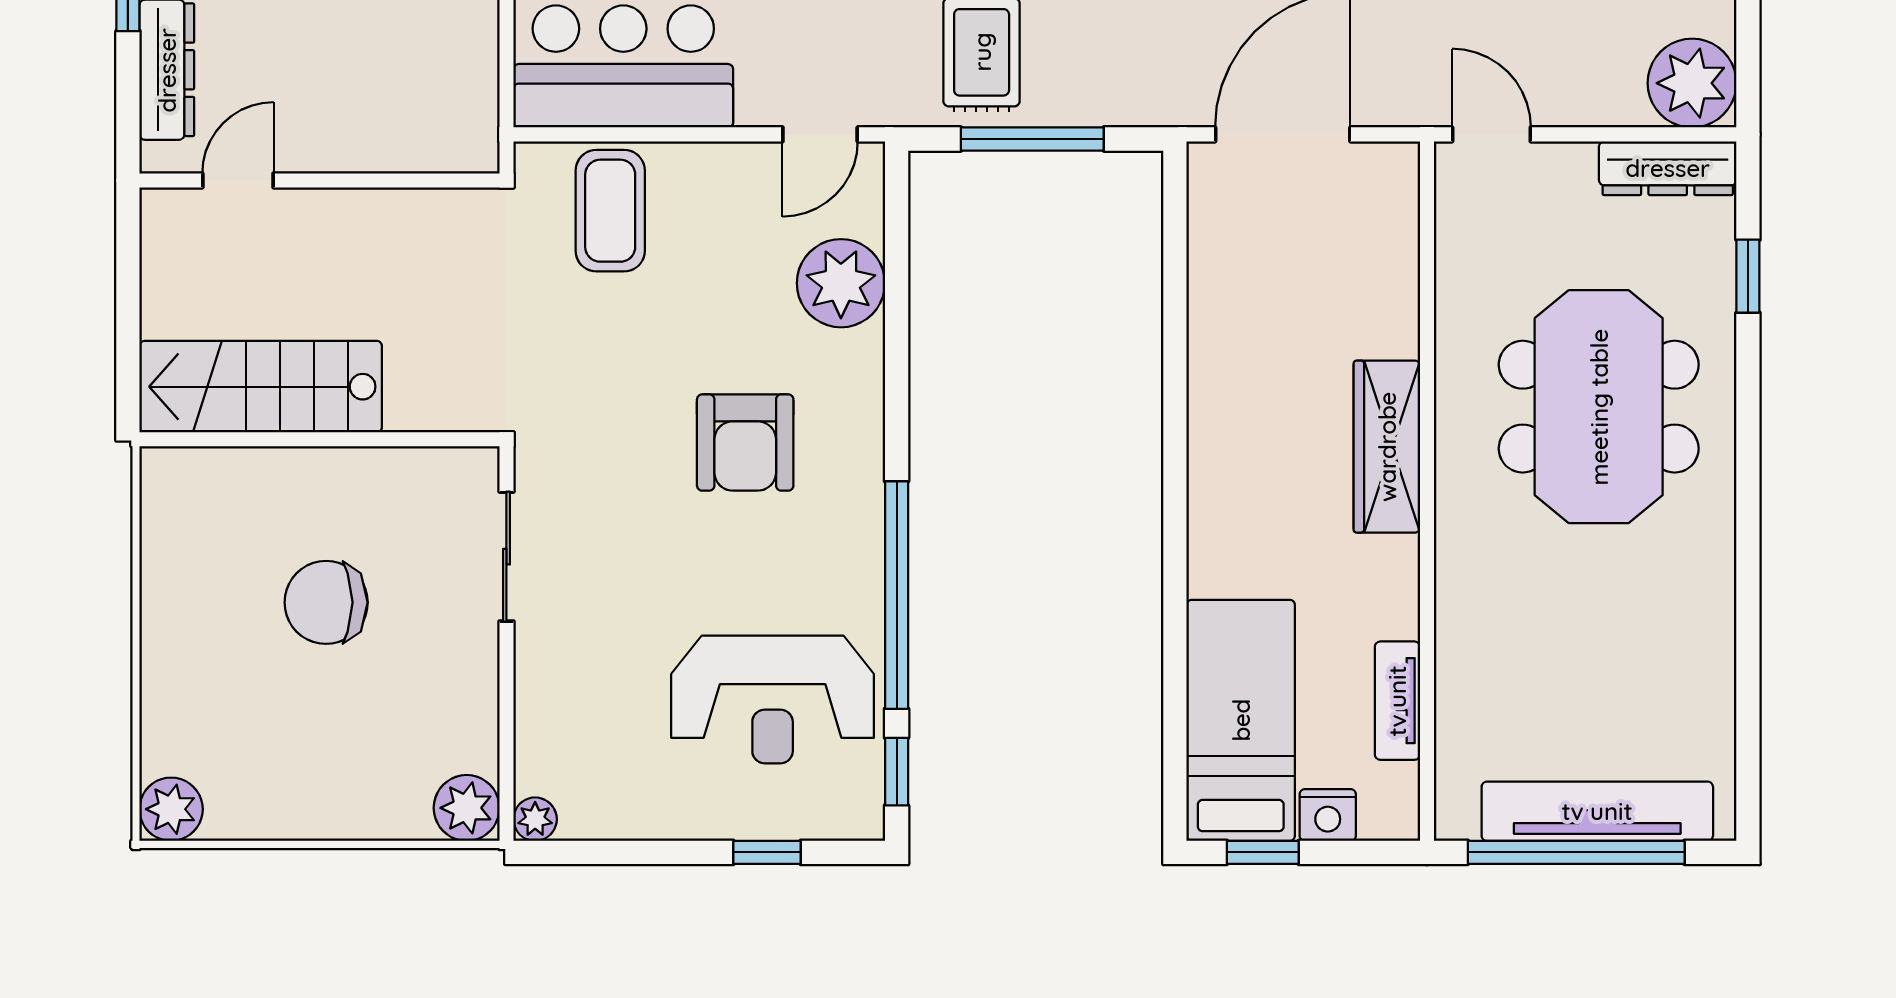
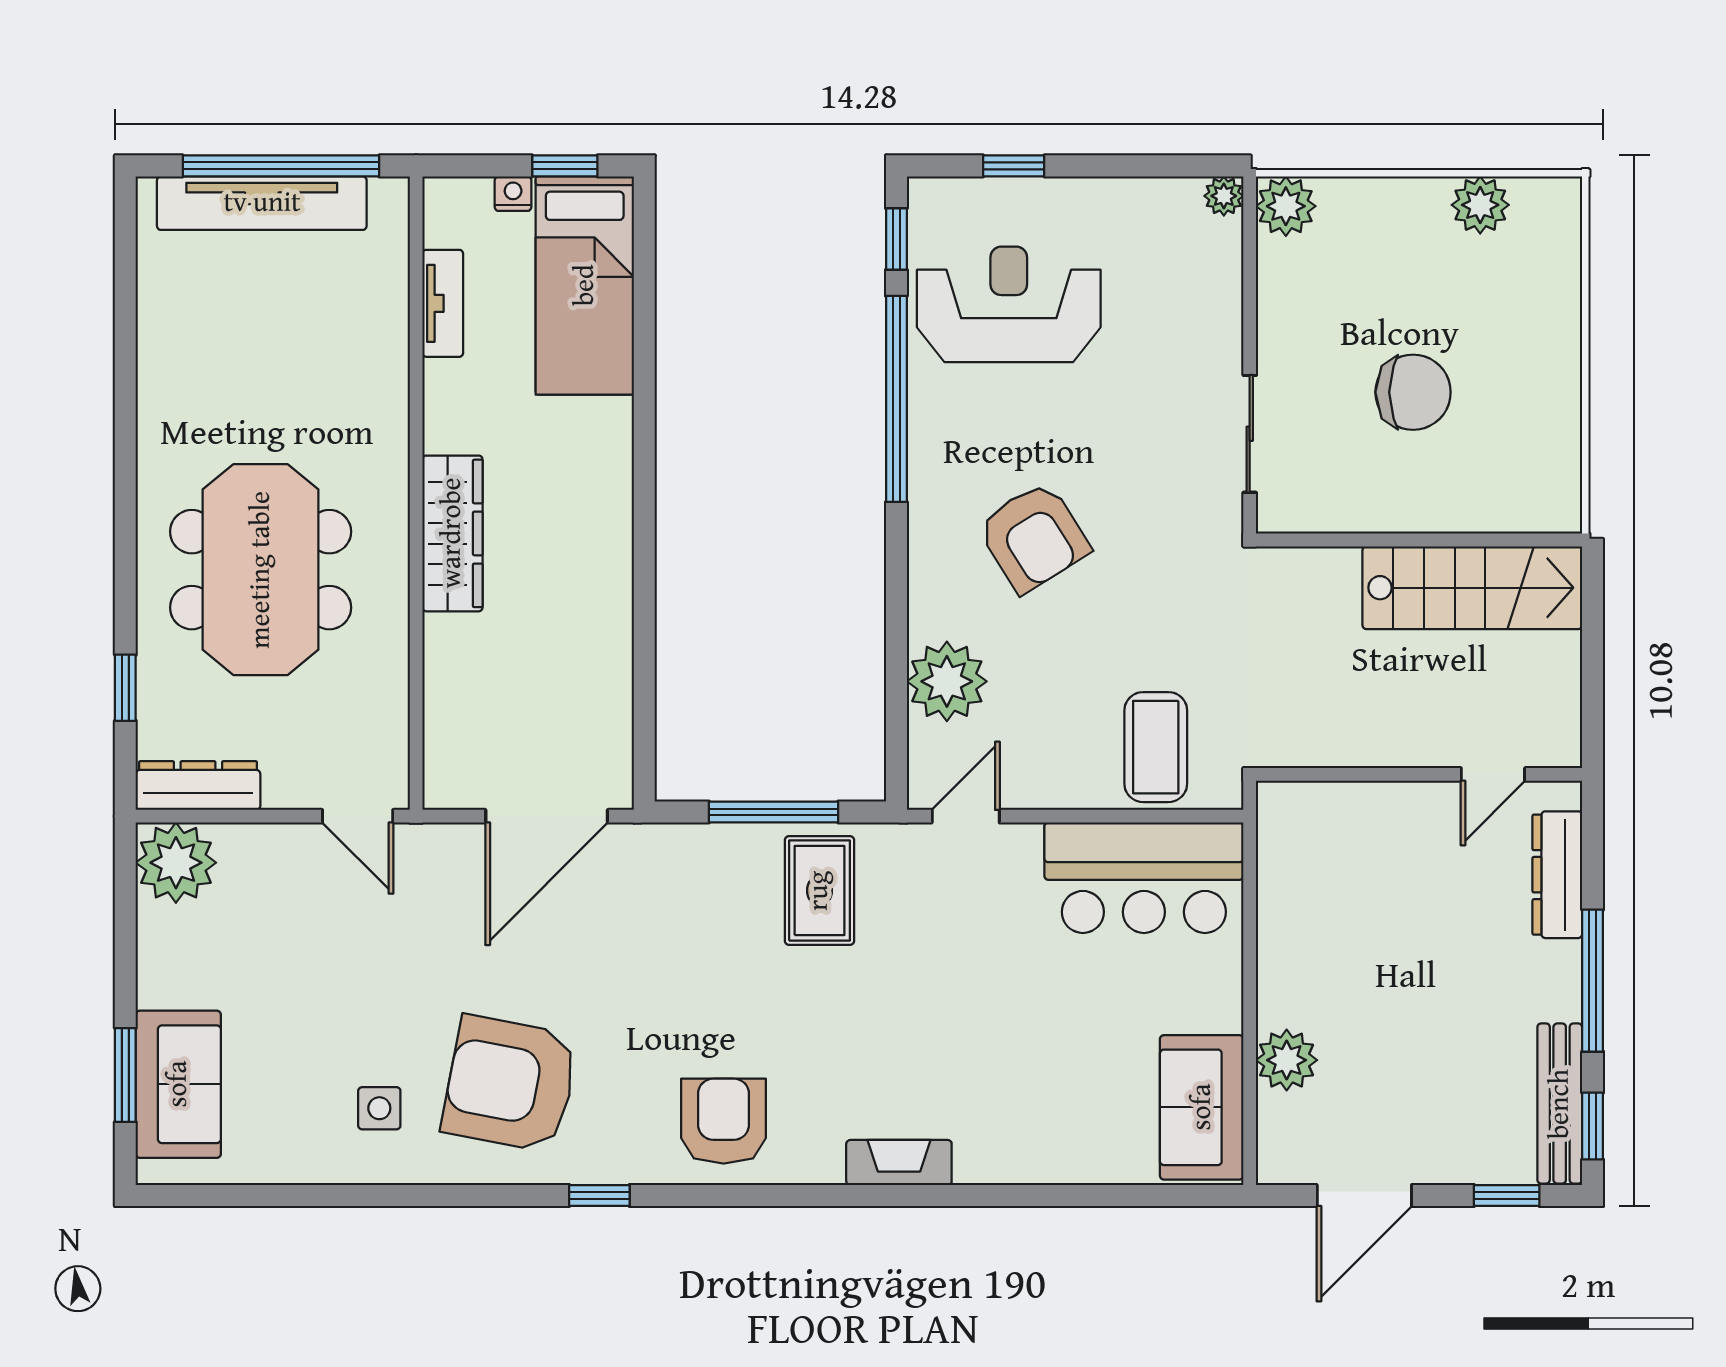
armchair: (745, 443) -> (1034, 537), turned 148
plant: (171, 809) -> (1480, 205), moved
nightstand: (1328, 815) -> (513, 194), width x0.72, depth x0.74

